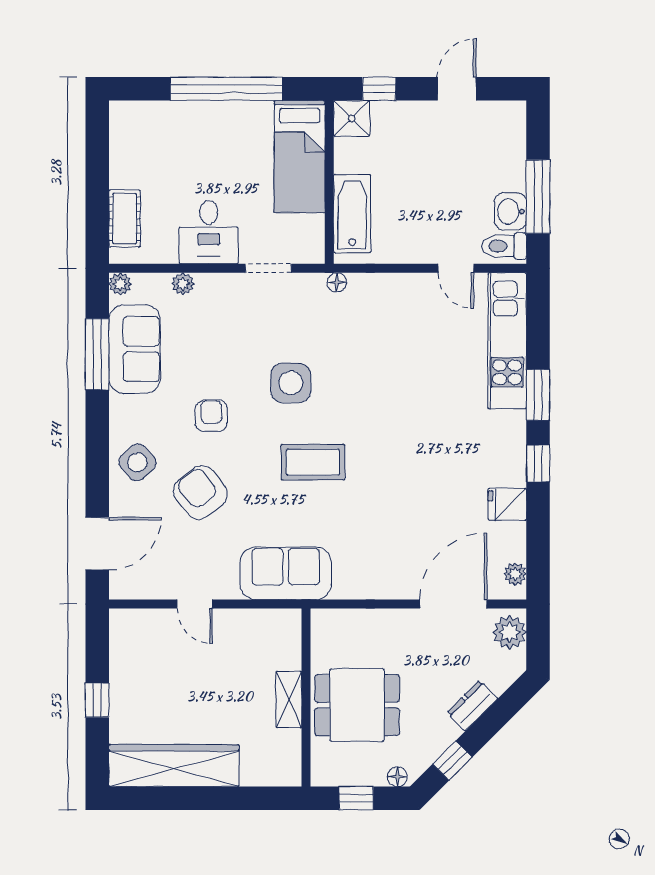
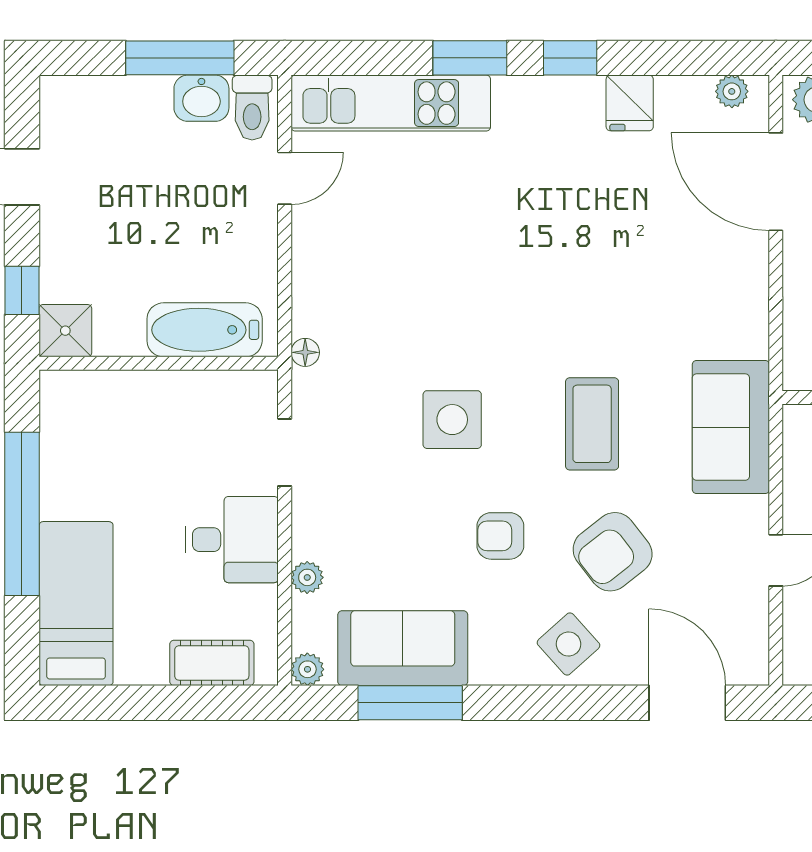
bed: (300, 157) -> (76, 604), moved, turned -90
coffee table: (313, 462) -> (592, 424), moved

